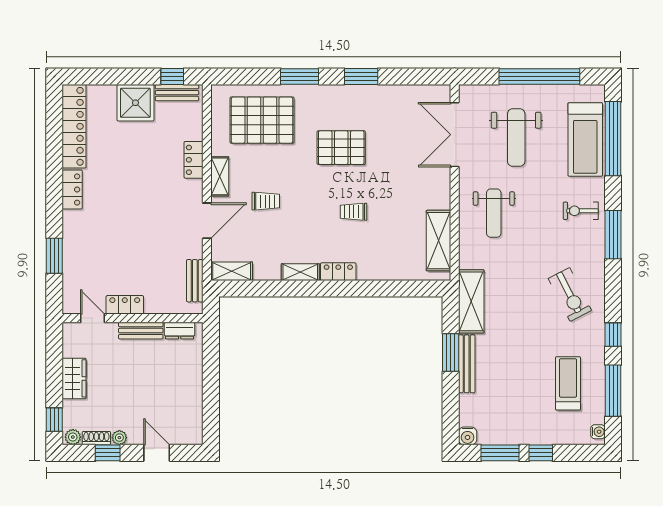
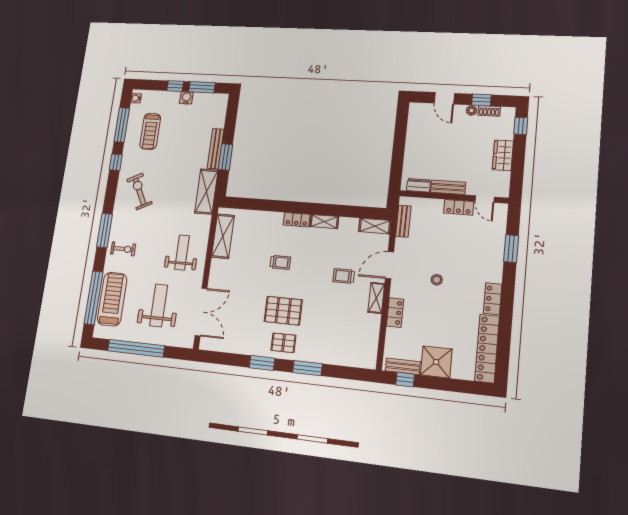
pallet: (262, 120) -> (283, 343), moved, width x0.49, depth x0.50
stool: (144, 207) -> (437, 280), added
water cooler: (468, 436) -> (186, 98), moved
plant: (73, 437) -> (507, 113), removed

